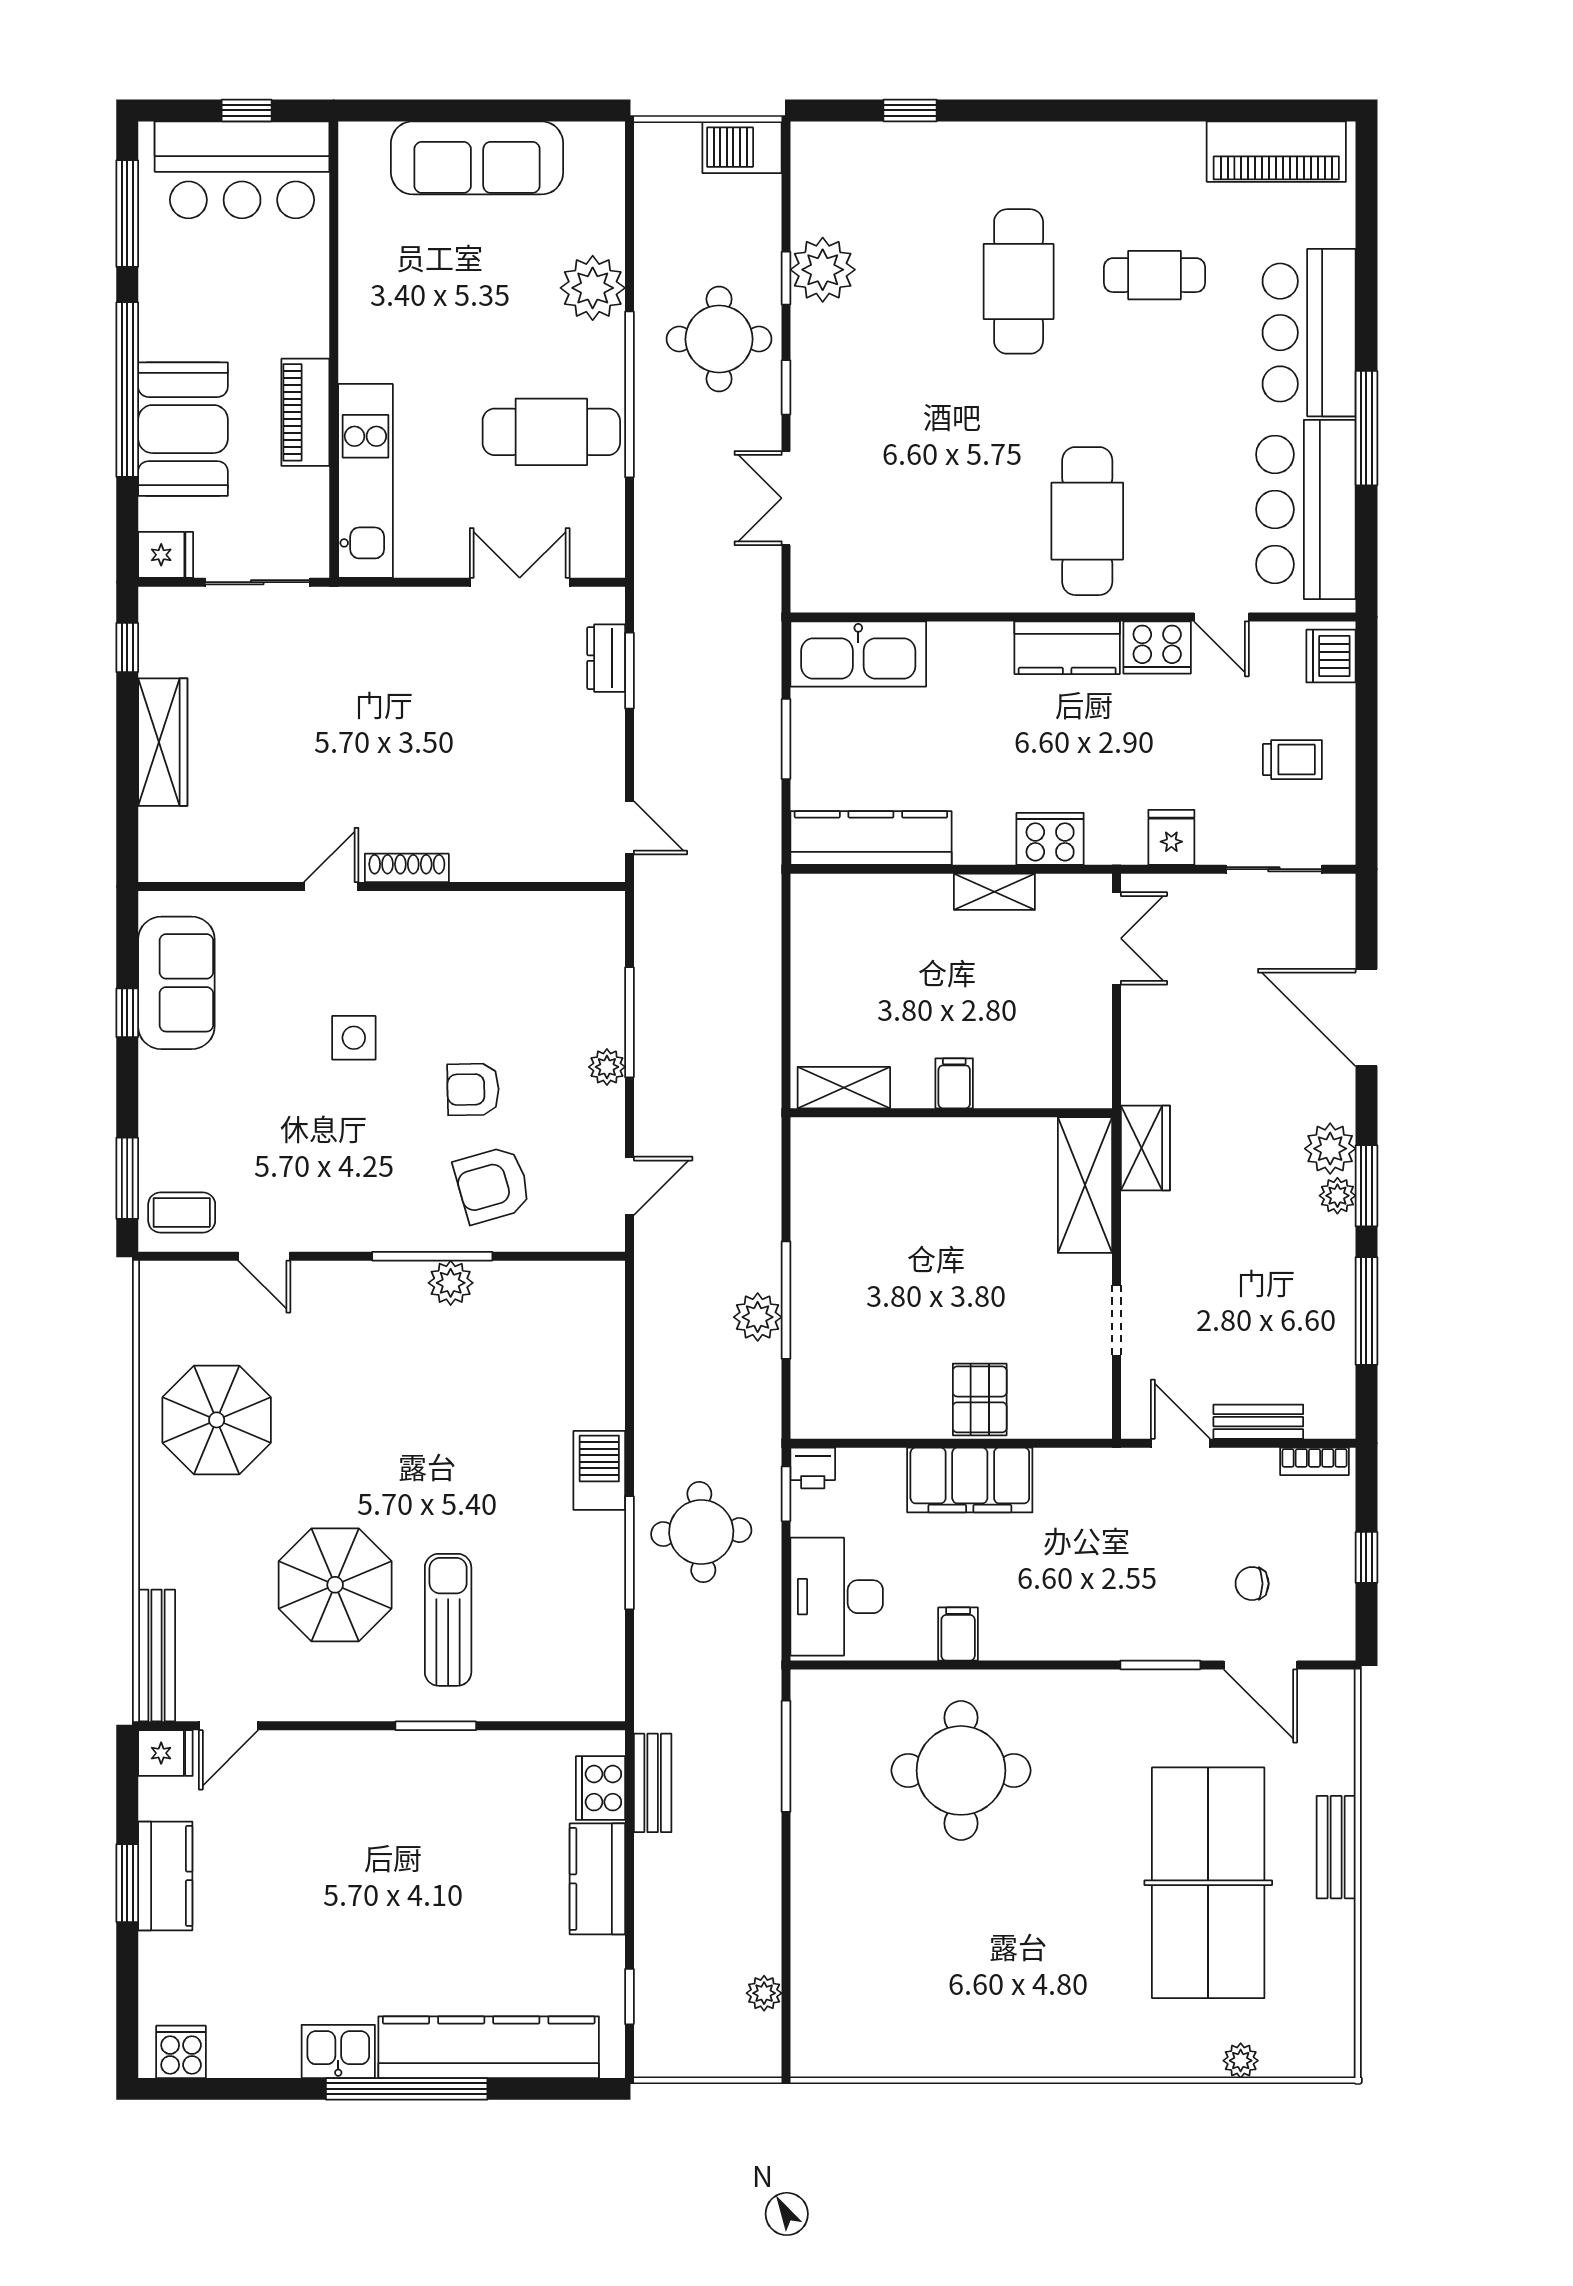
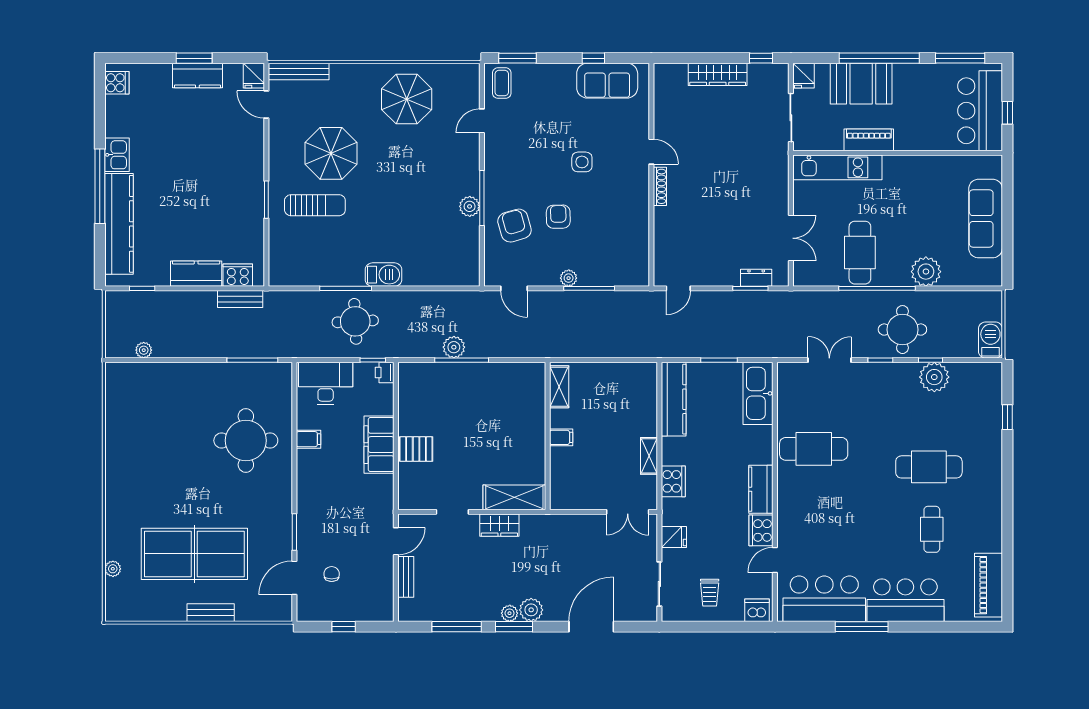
cafe table: (1087, 521) -> (814, 449), moved
wardrobe: (1145, 1148) -> (499, 525), moved
bookcase: (1315, 1461) -> (388, 603), removed

